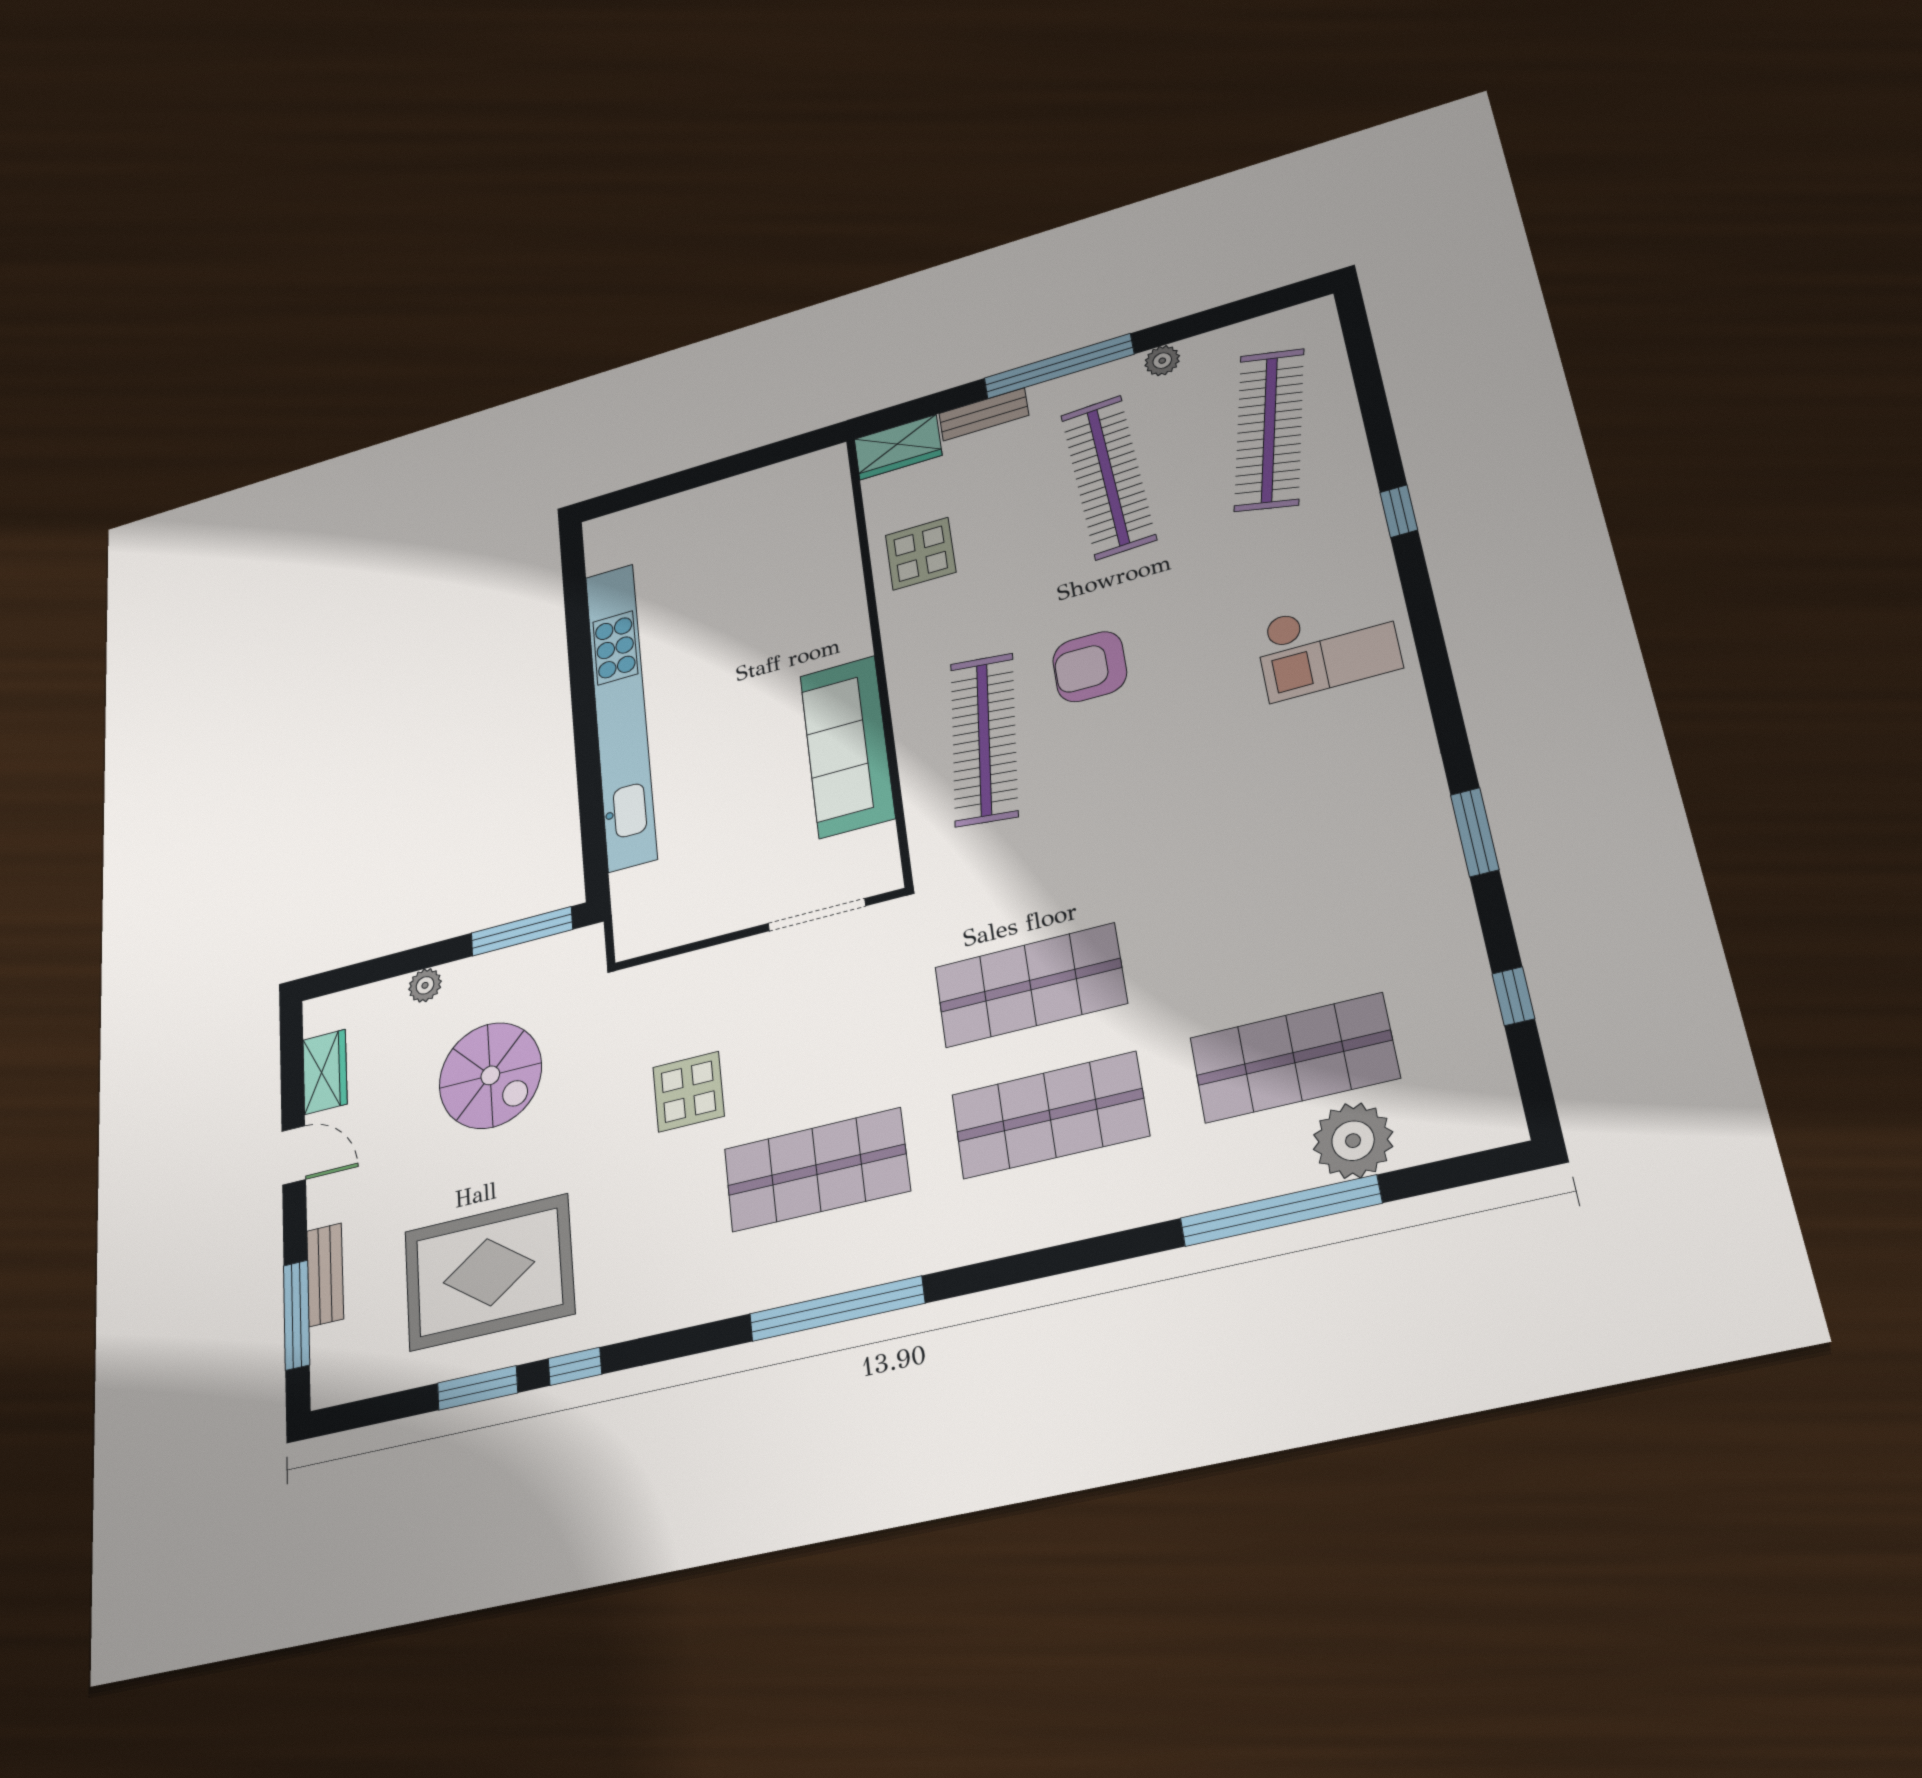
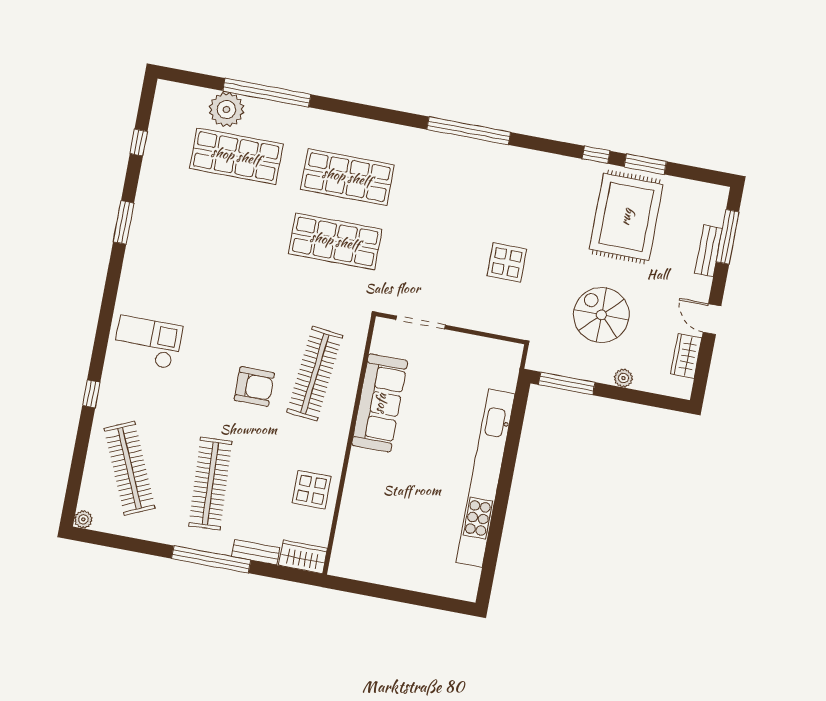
plant: (1162, 361) -> (83, 519), moved
clothes rail: (1269, 430) -> (129, 468), turned -36
shop shelf: (816, 1170) -> (458, 198), removed
rug: (489, 1272) -> (626, 217), turned 90

